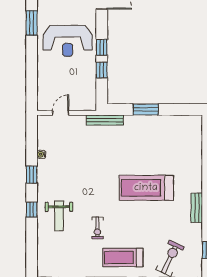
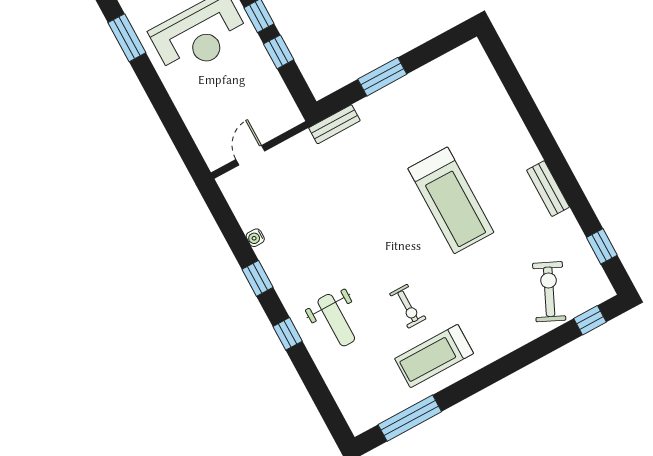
bench: (105, 120) -> (334, 124), width x0.73
treadmill: (146, 188) -> (451, 200), turned -90
treadmill: (123, 257) -> (434, 356), moved

